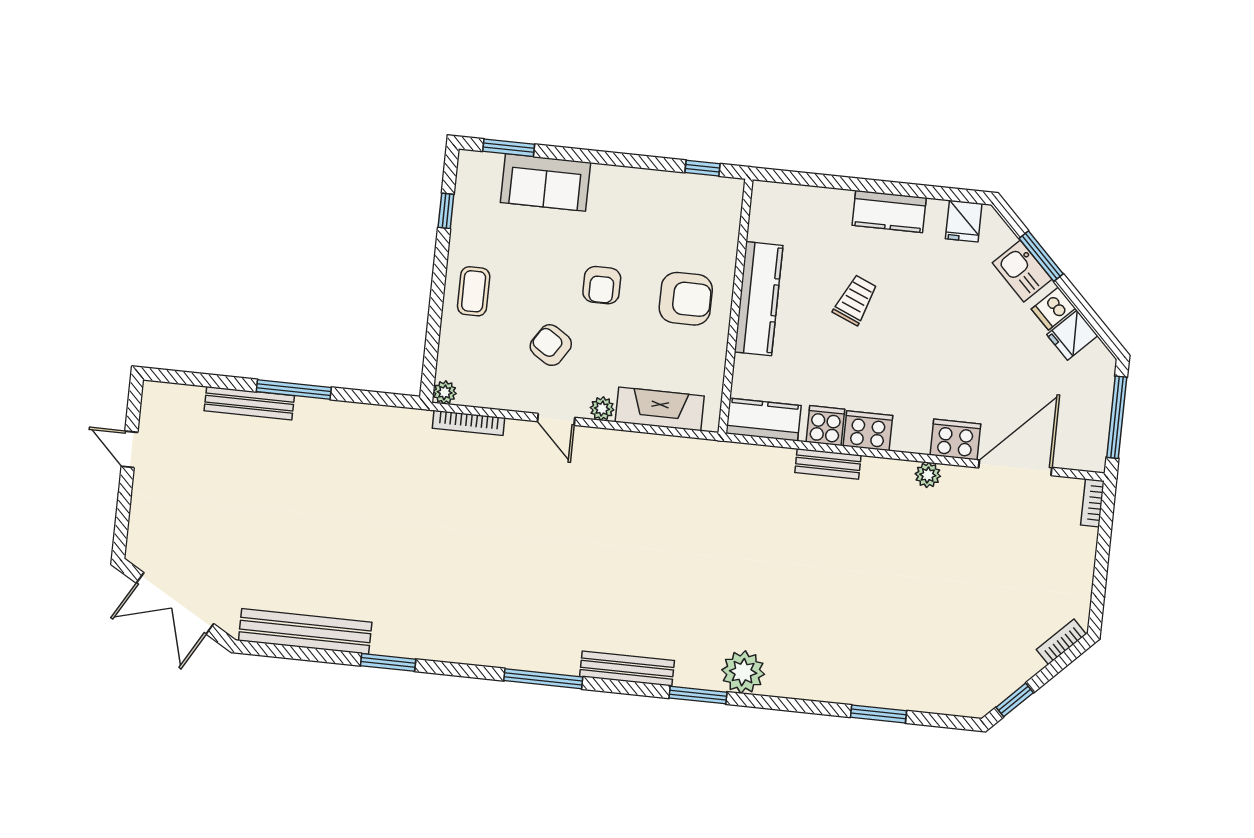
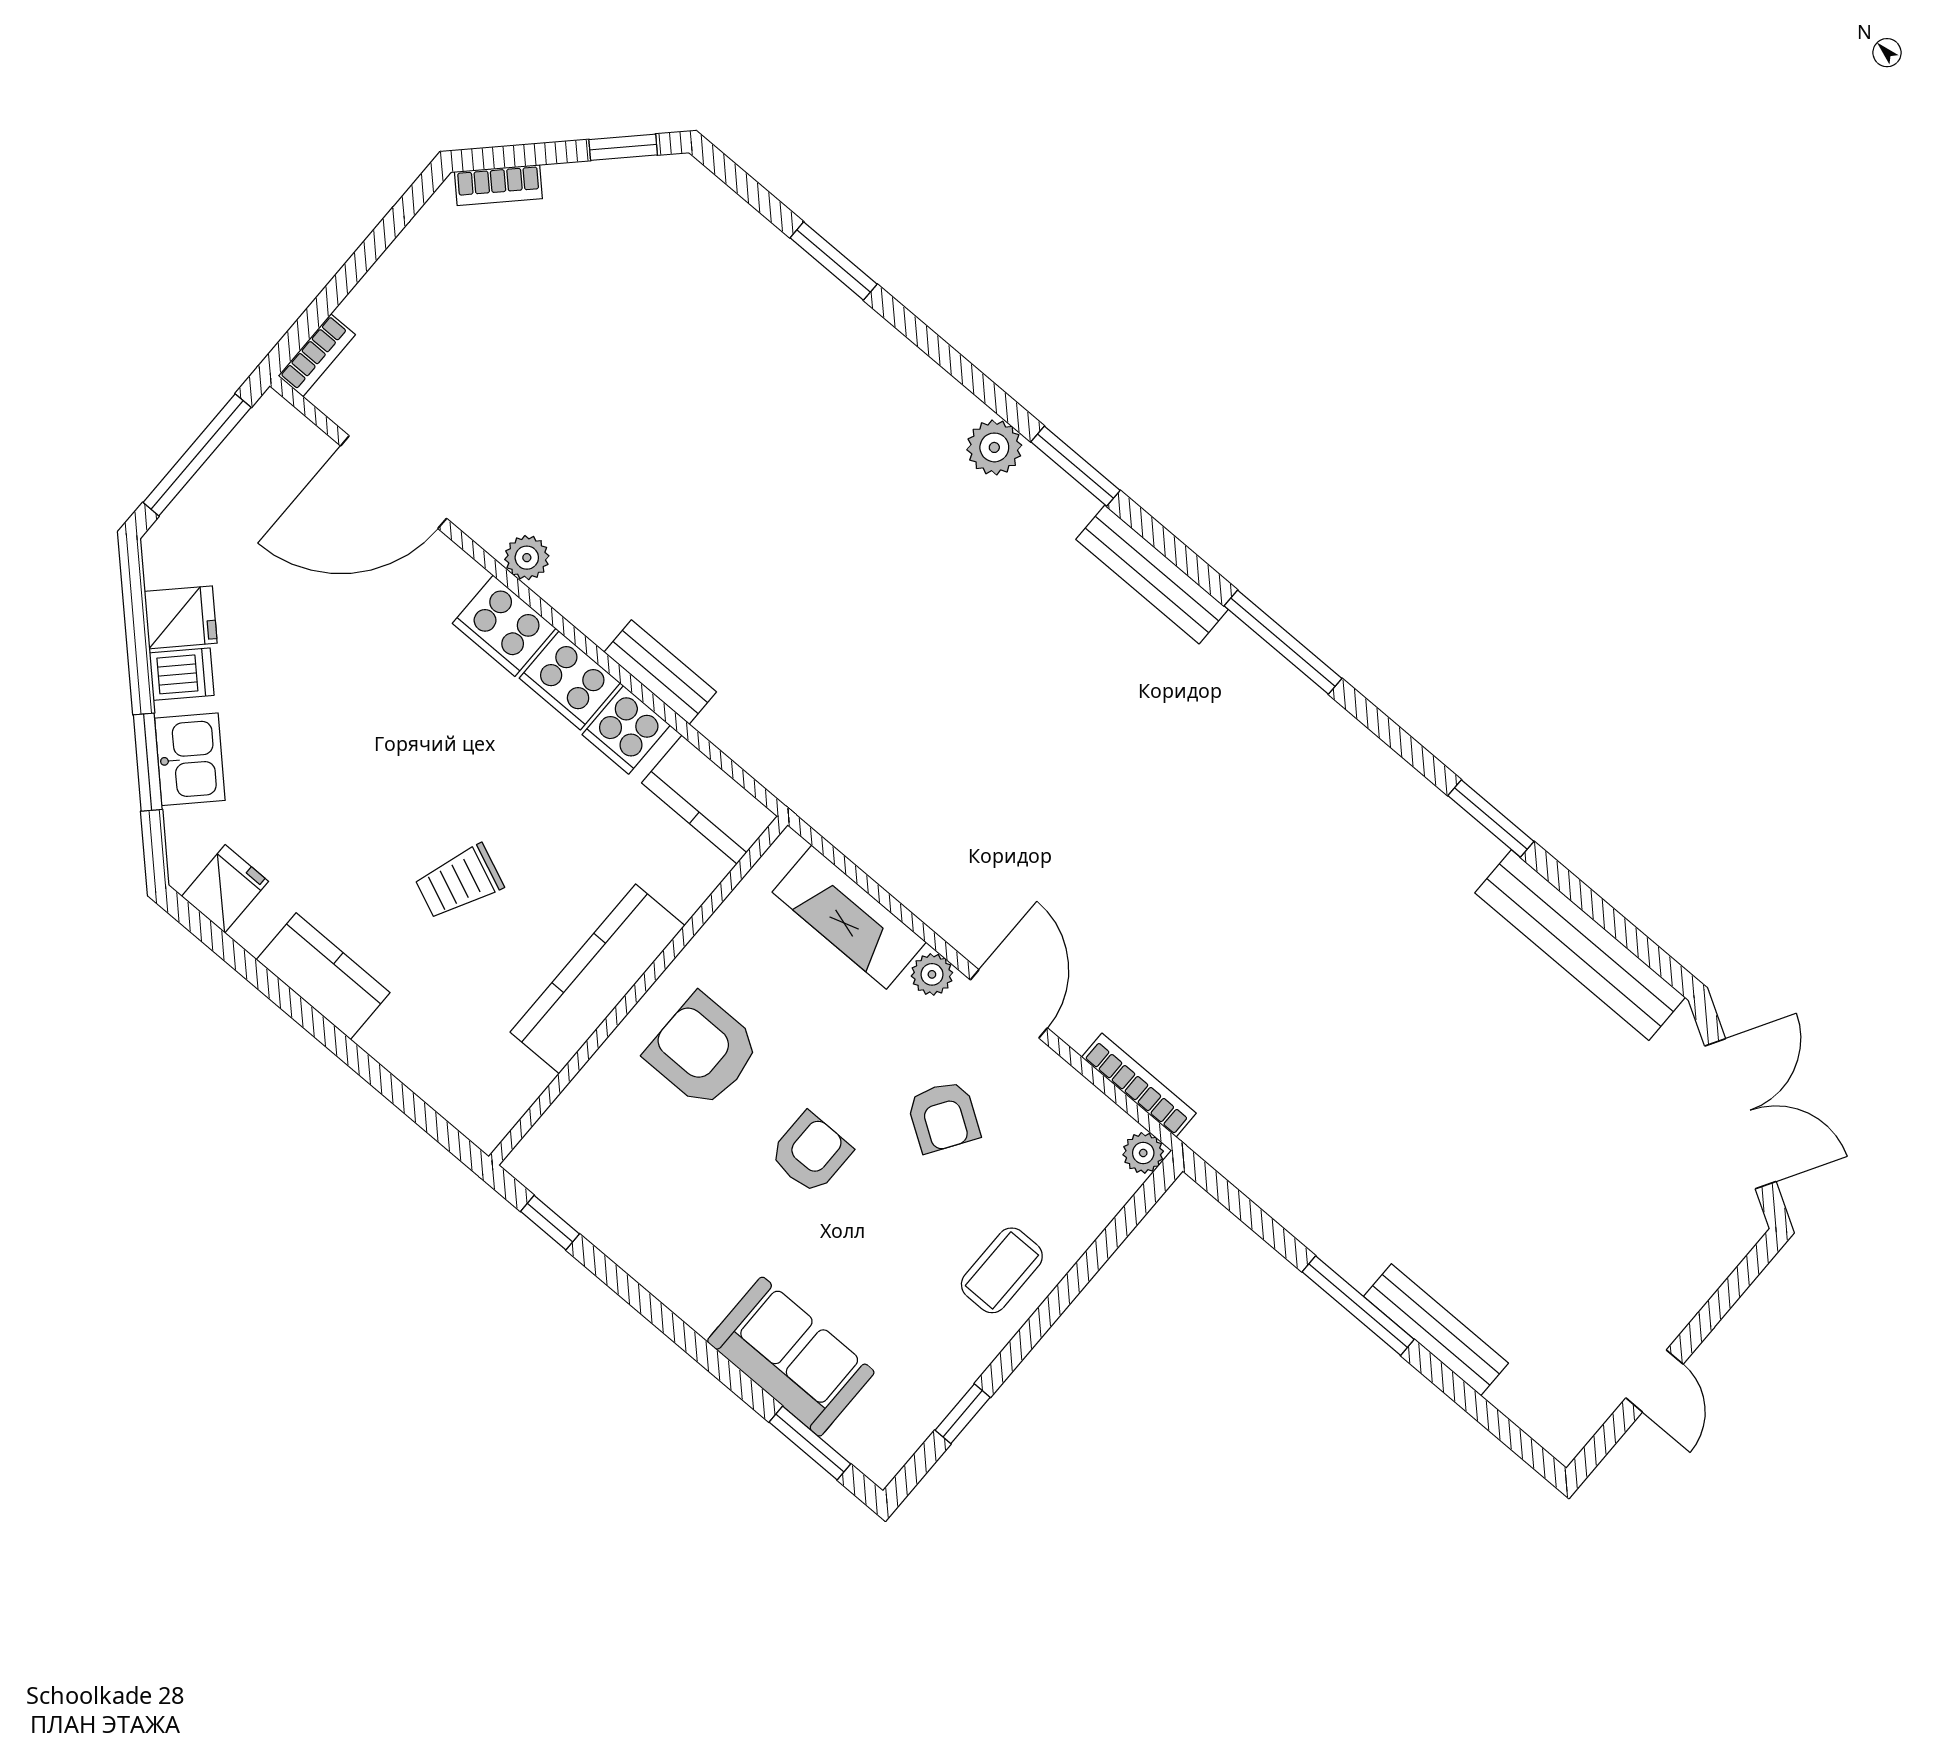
door: (556, 419) -> (1009, 1004), width x1.38
cooker: (955, 440) -> (504, 626), moved
plant: (743, 672) -> (994, 447), width x0.73, depth x0.73

